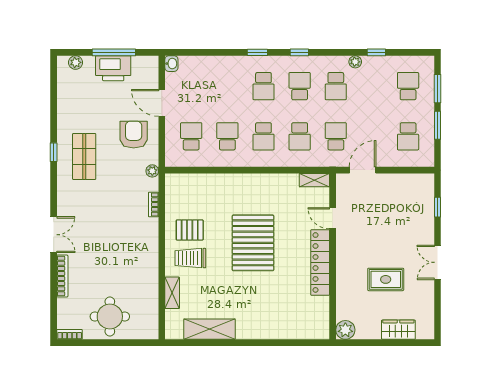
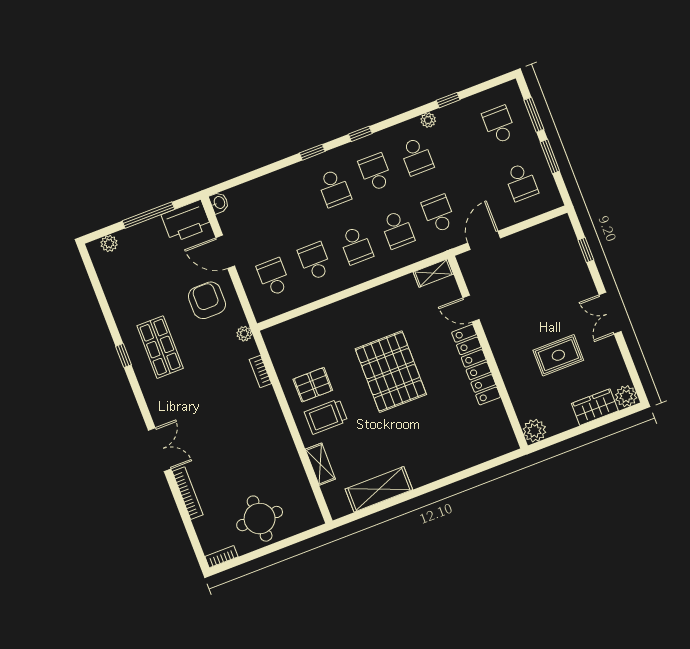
printer: (113, 68) -> (186, 221), moved
plant: (425, 331) -> (626, 396), added

